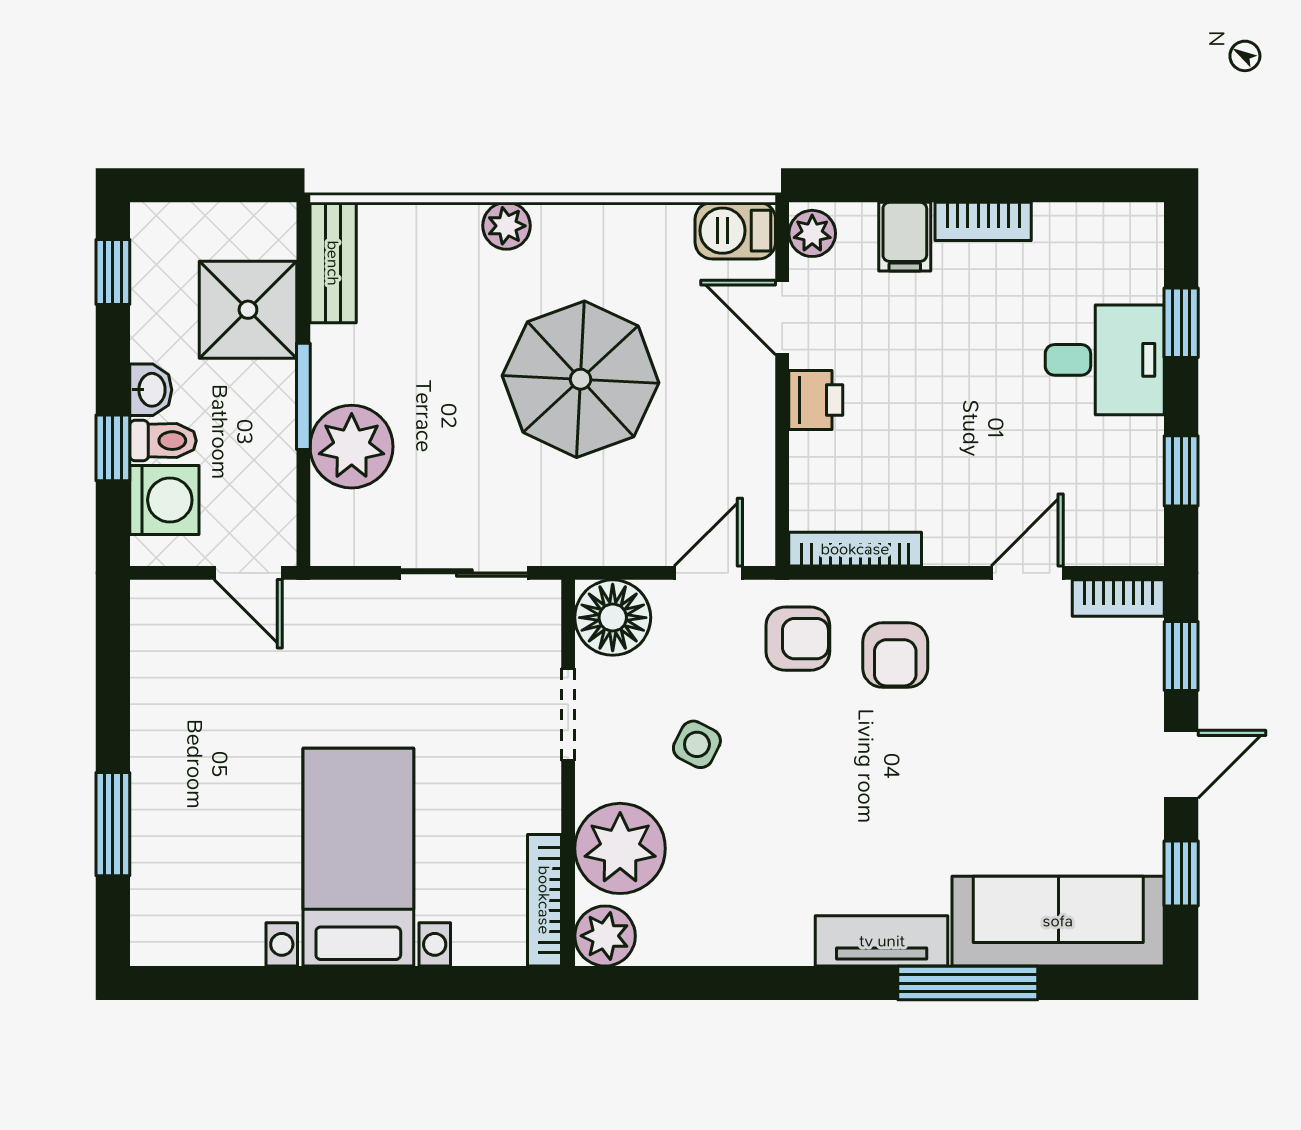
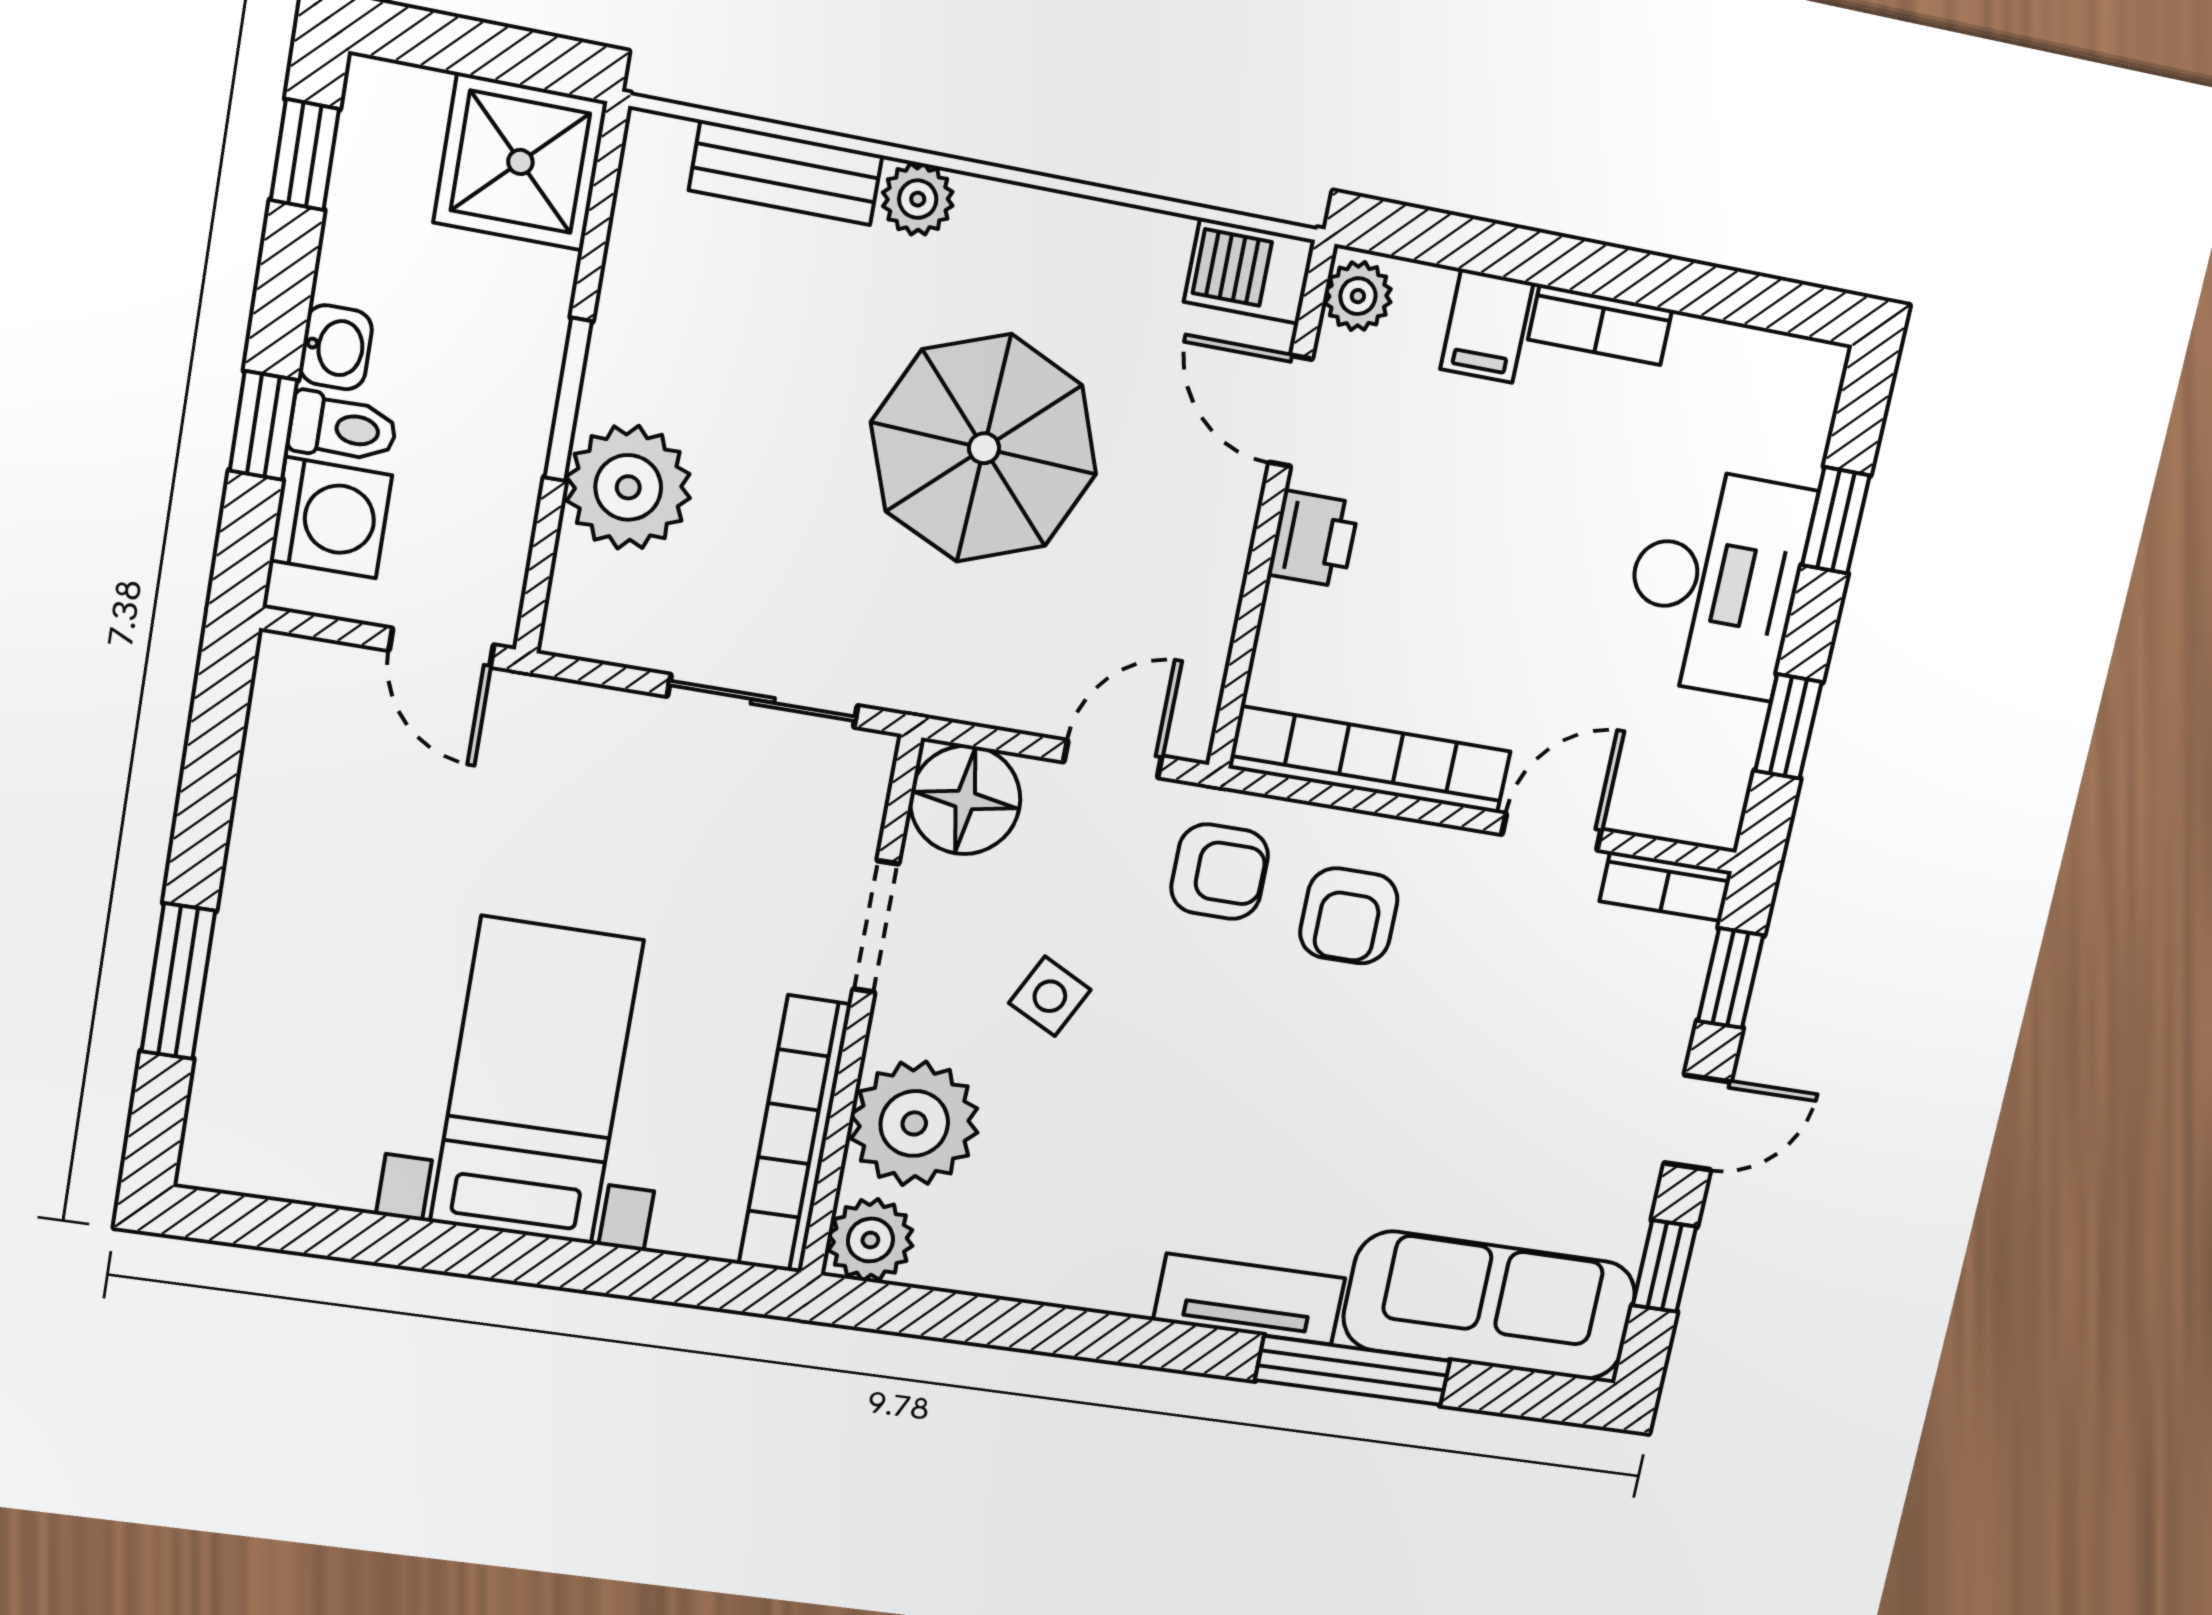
bench: (333, 263) -> (786, 173), moved, turned 90
shower: (248, 310) -> (520, 162), moved
desk: (1105, 360) -> (1715, 583), width x1.37
bookcase: (855, 549) -> (1370, 760), width x1.48, depth x1.31
bookcase: (544, 900) -> (795, 1135), width x1.48, depth x1.31

